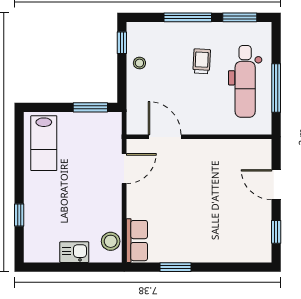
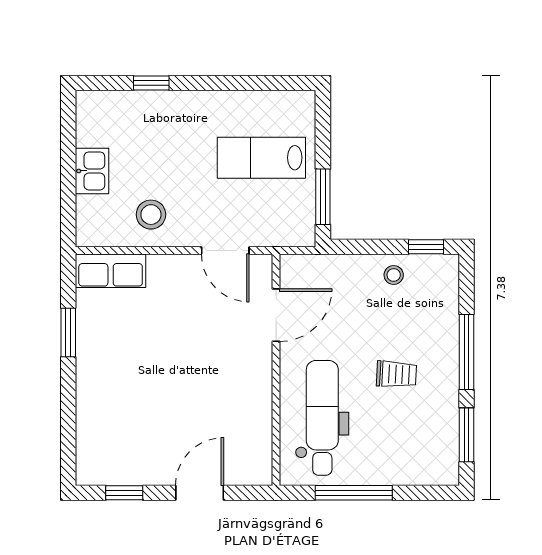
dental chair: (245, 81) -> (322, 418), moved, turned 90
lab bench: (44, 143) -> (261, 158), moved
stool: (111, 241) -> (151, 215), moved

